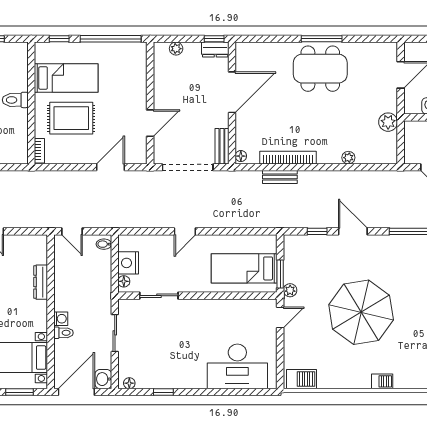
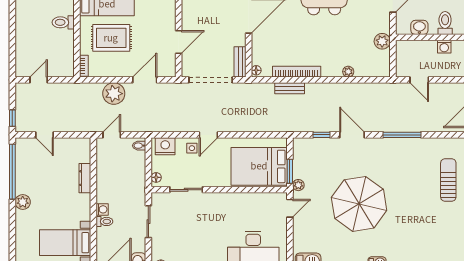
plant: (74, 183) -> (114, 94), added
door: (72, 231) -> (112, 135), swing flipped
side table: (166, 247) -> (192, 148), added
nightstand: (128, 263) -> (165, 146), moved, turned 90
bed: (244, 268) -> (259, 166), width x1.50

